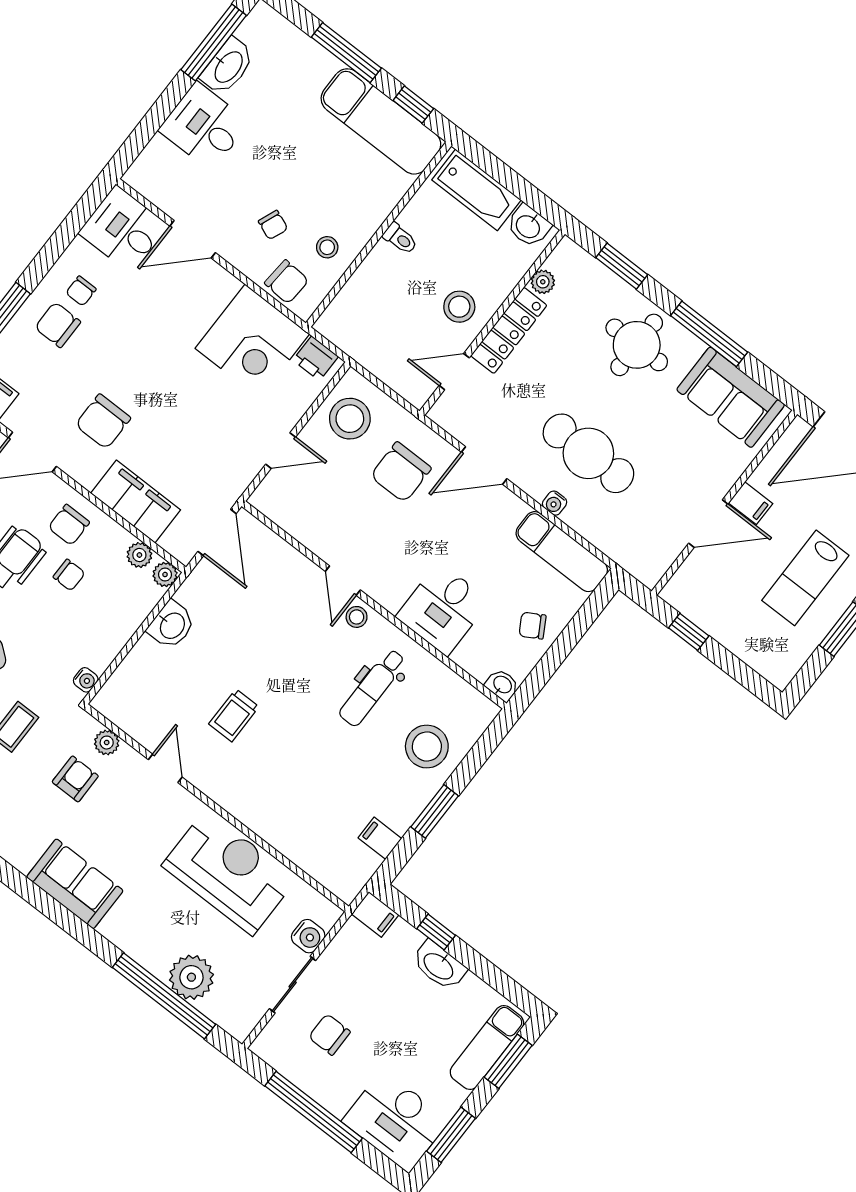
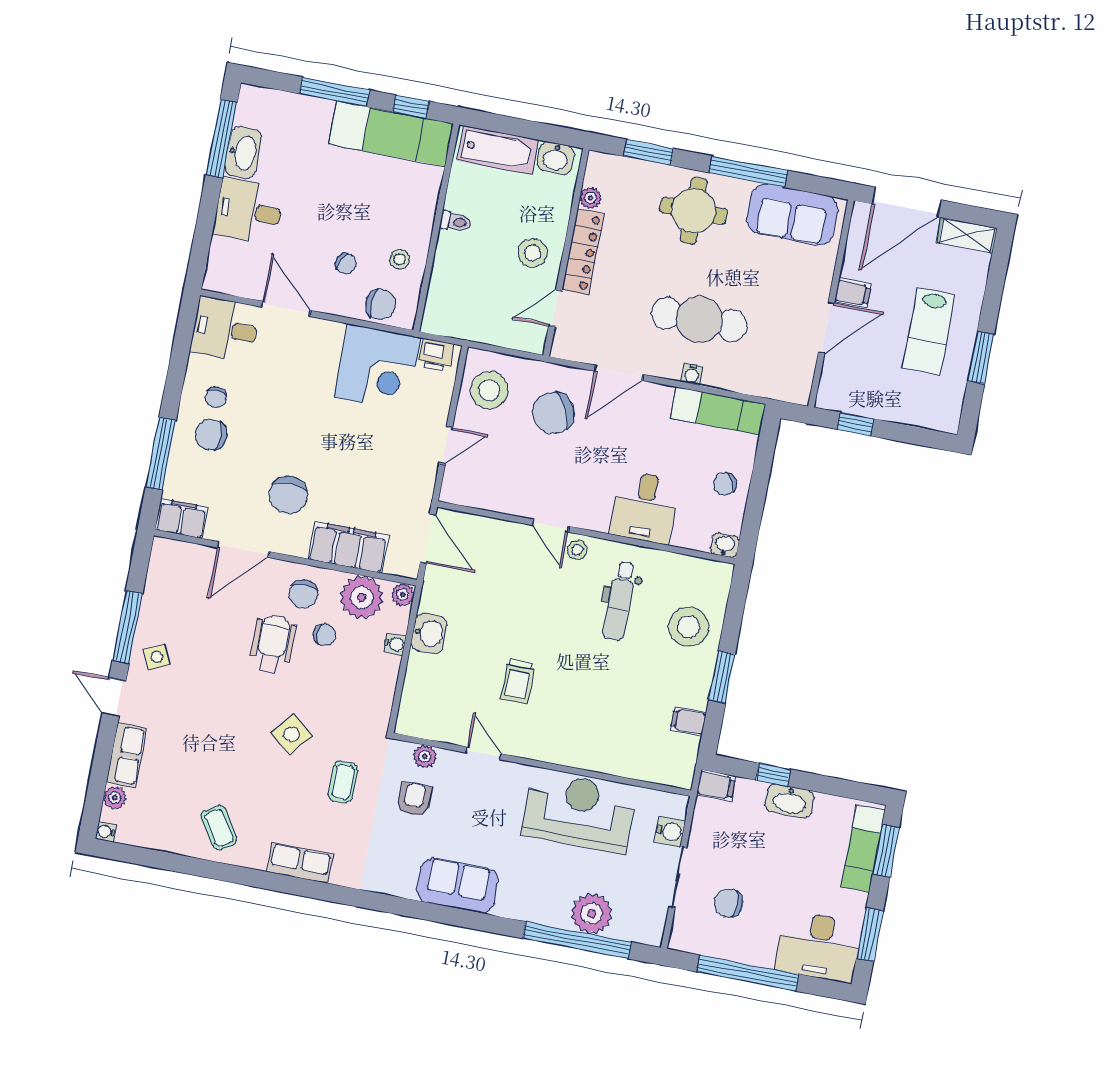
door: (193, 239) -> (286, 309), swing flipped
chair: (401, 472) -> (553, 413), turned 64
plant: (139, 555) -> (362, 597), width x1.87, depth x1.87
water cooler: (86, 680) -> (395, 644), moved

